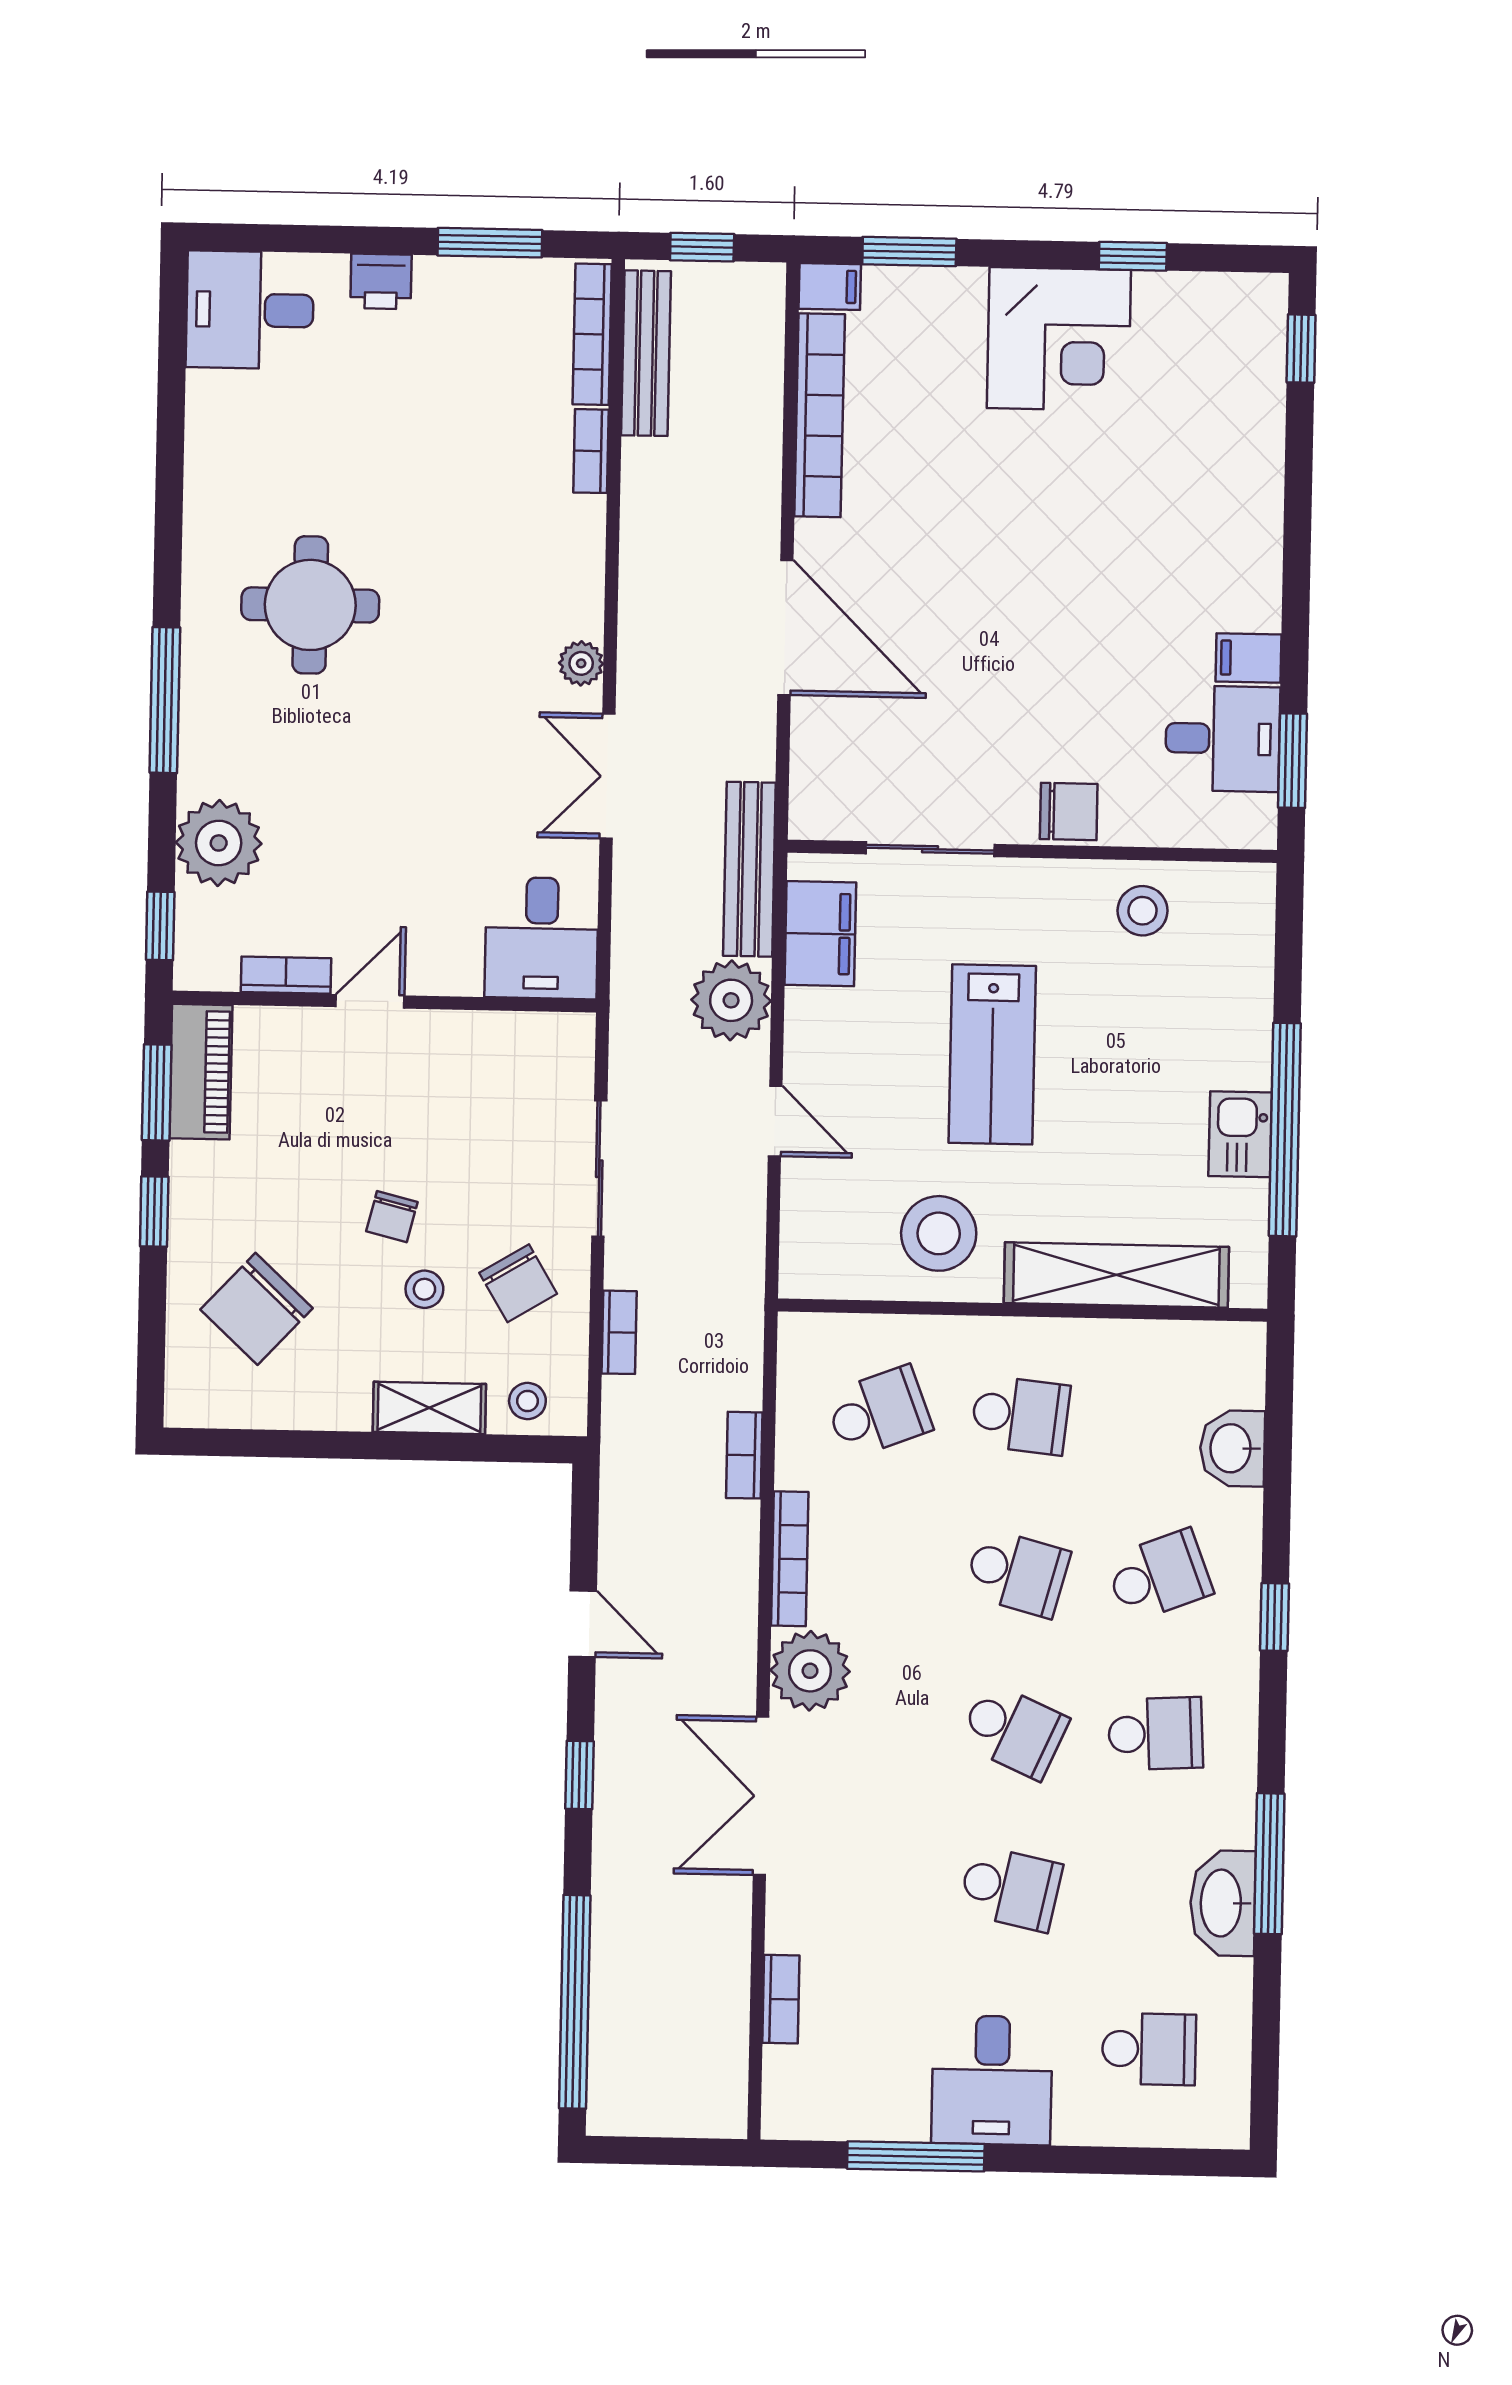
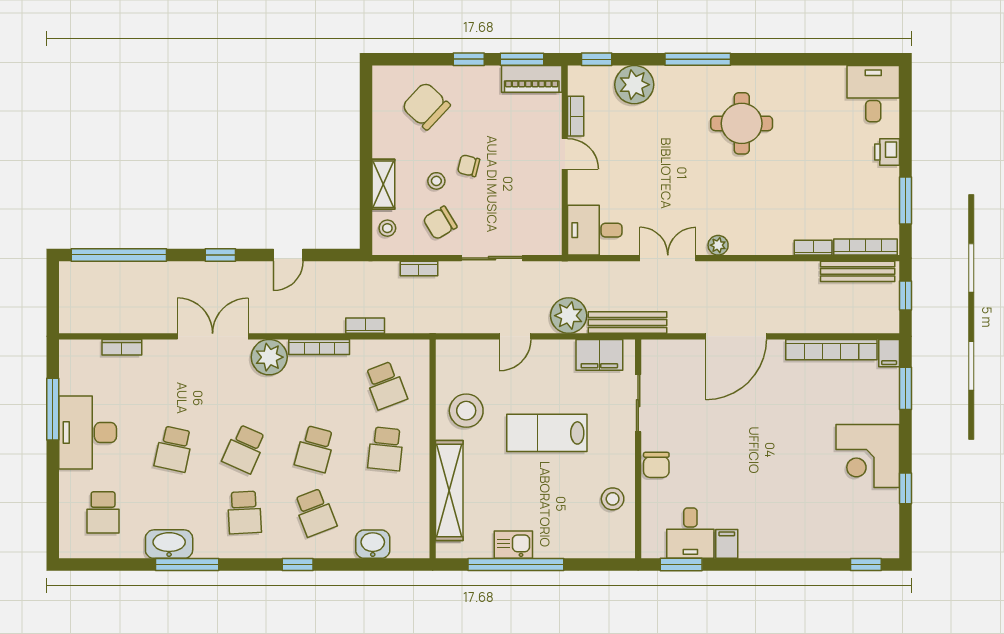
desk: (992, 2080) -> (88, 432), width x1.37

